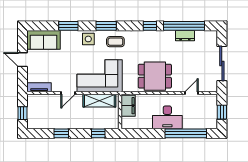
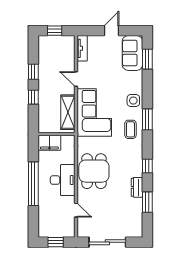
window: (68, 26) -> (147, 59), moved
window: (184, 26) -> (147, 202), width x0.47
dresser: (185, 36) -> (137, 187), moved
filing cabinet: (128, 106) -> (49, 143), moved
desk: (167, 117) -> (63, 180), moved, turned 180
window: (98, 133) -> (33, 97), moved
window: (186, 133) -> (33, 184), moved

